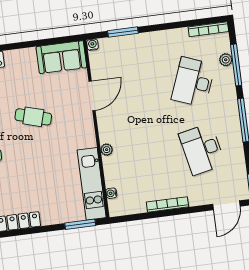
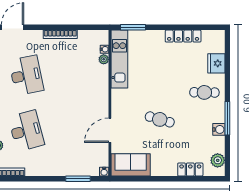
desk: (193, 82) -> (26, 131), turned -36
plant: (107, 150) -> (104, 59), moved

